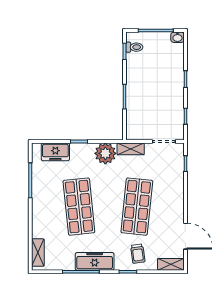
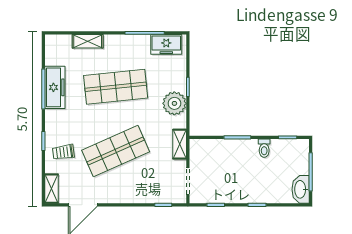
washbasin: (177, 37) -> (301, 189), width x1.91, depth x1.45
toilet: (134, 47) -> (264, 148), moved
freezer: (55, 152) -> (166, 44), moved, turned -90
plant: (105, 153) -> (174, 103), moved
shop shelf: (137, 207) -> (116, 151), turned -30
shelving: (38, 253) -> (88, 41), moved
freezer: (95, 261) -> (55, 87), moved

